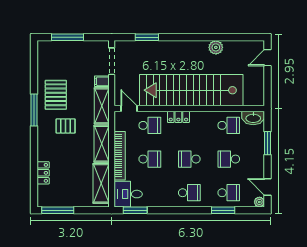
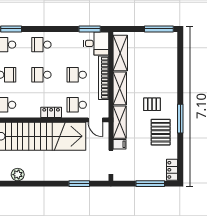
school desk: (189, 159) -> (41, 75), turned 180
locker: (43, 173) -> (172, 170), moved

